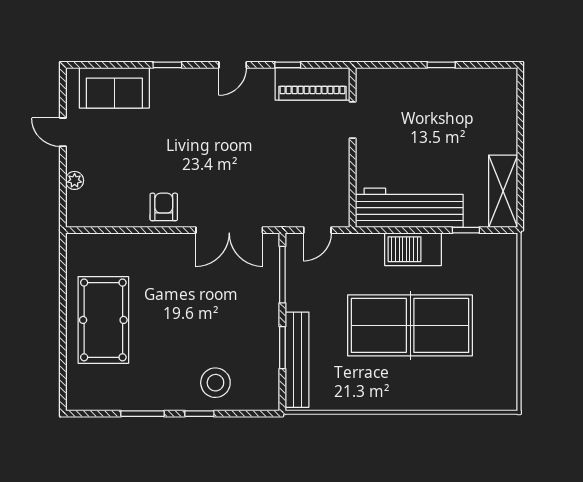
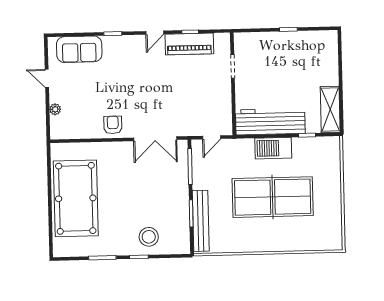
piano: (313, 84) -> (189, 44), moved
pool table: (103, 320) -> (76, 198), width x1.36, depth x1.32

